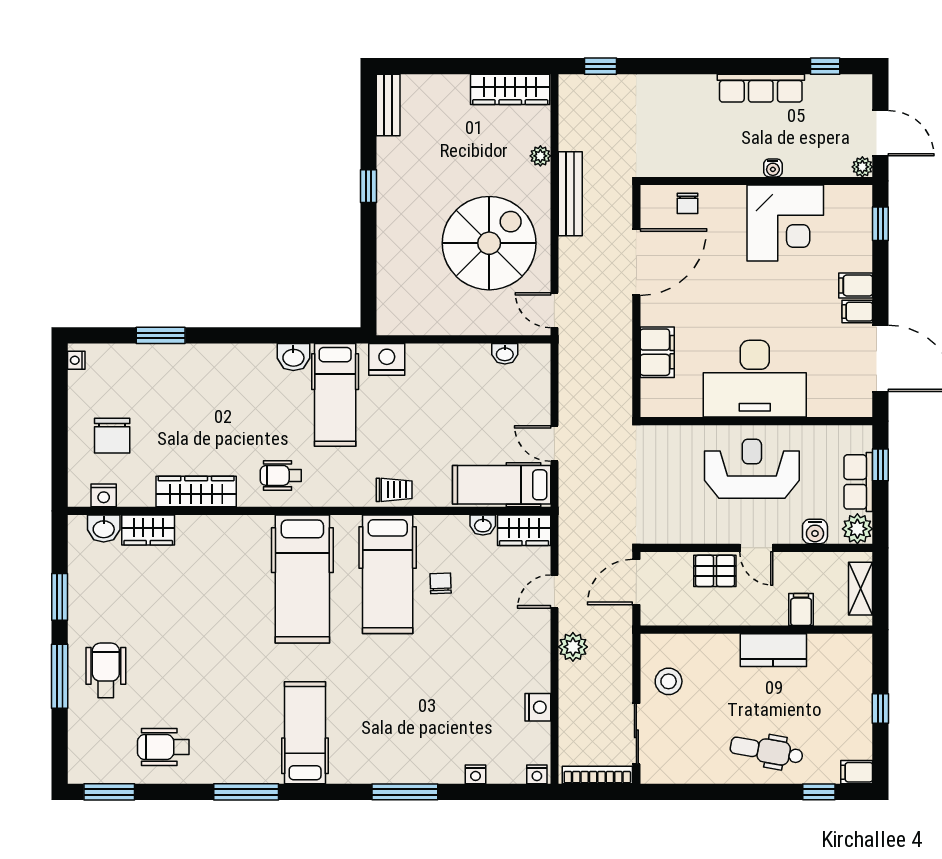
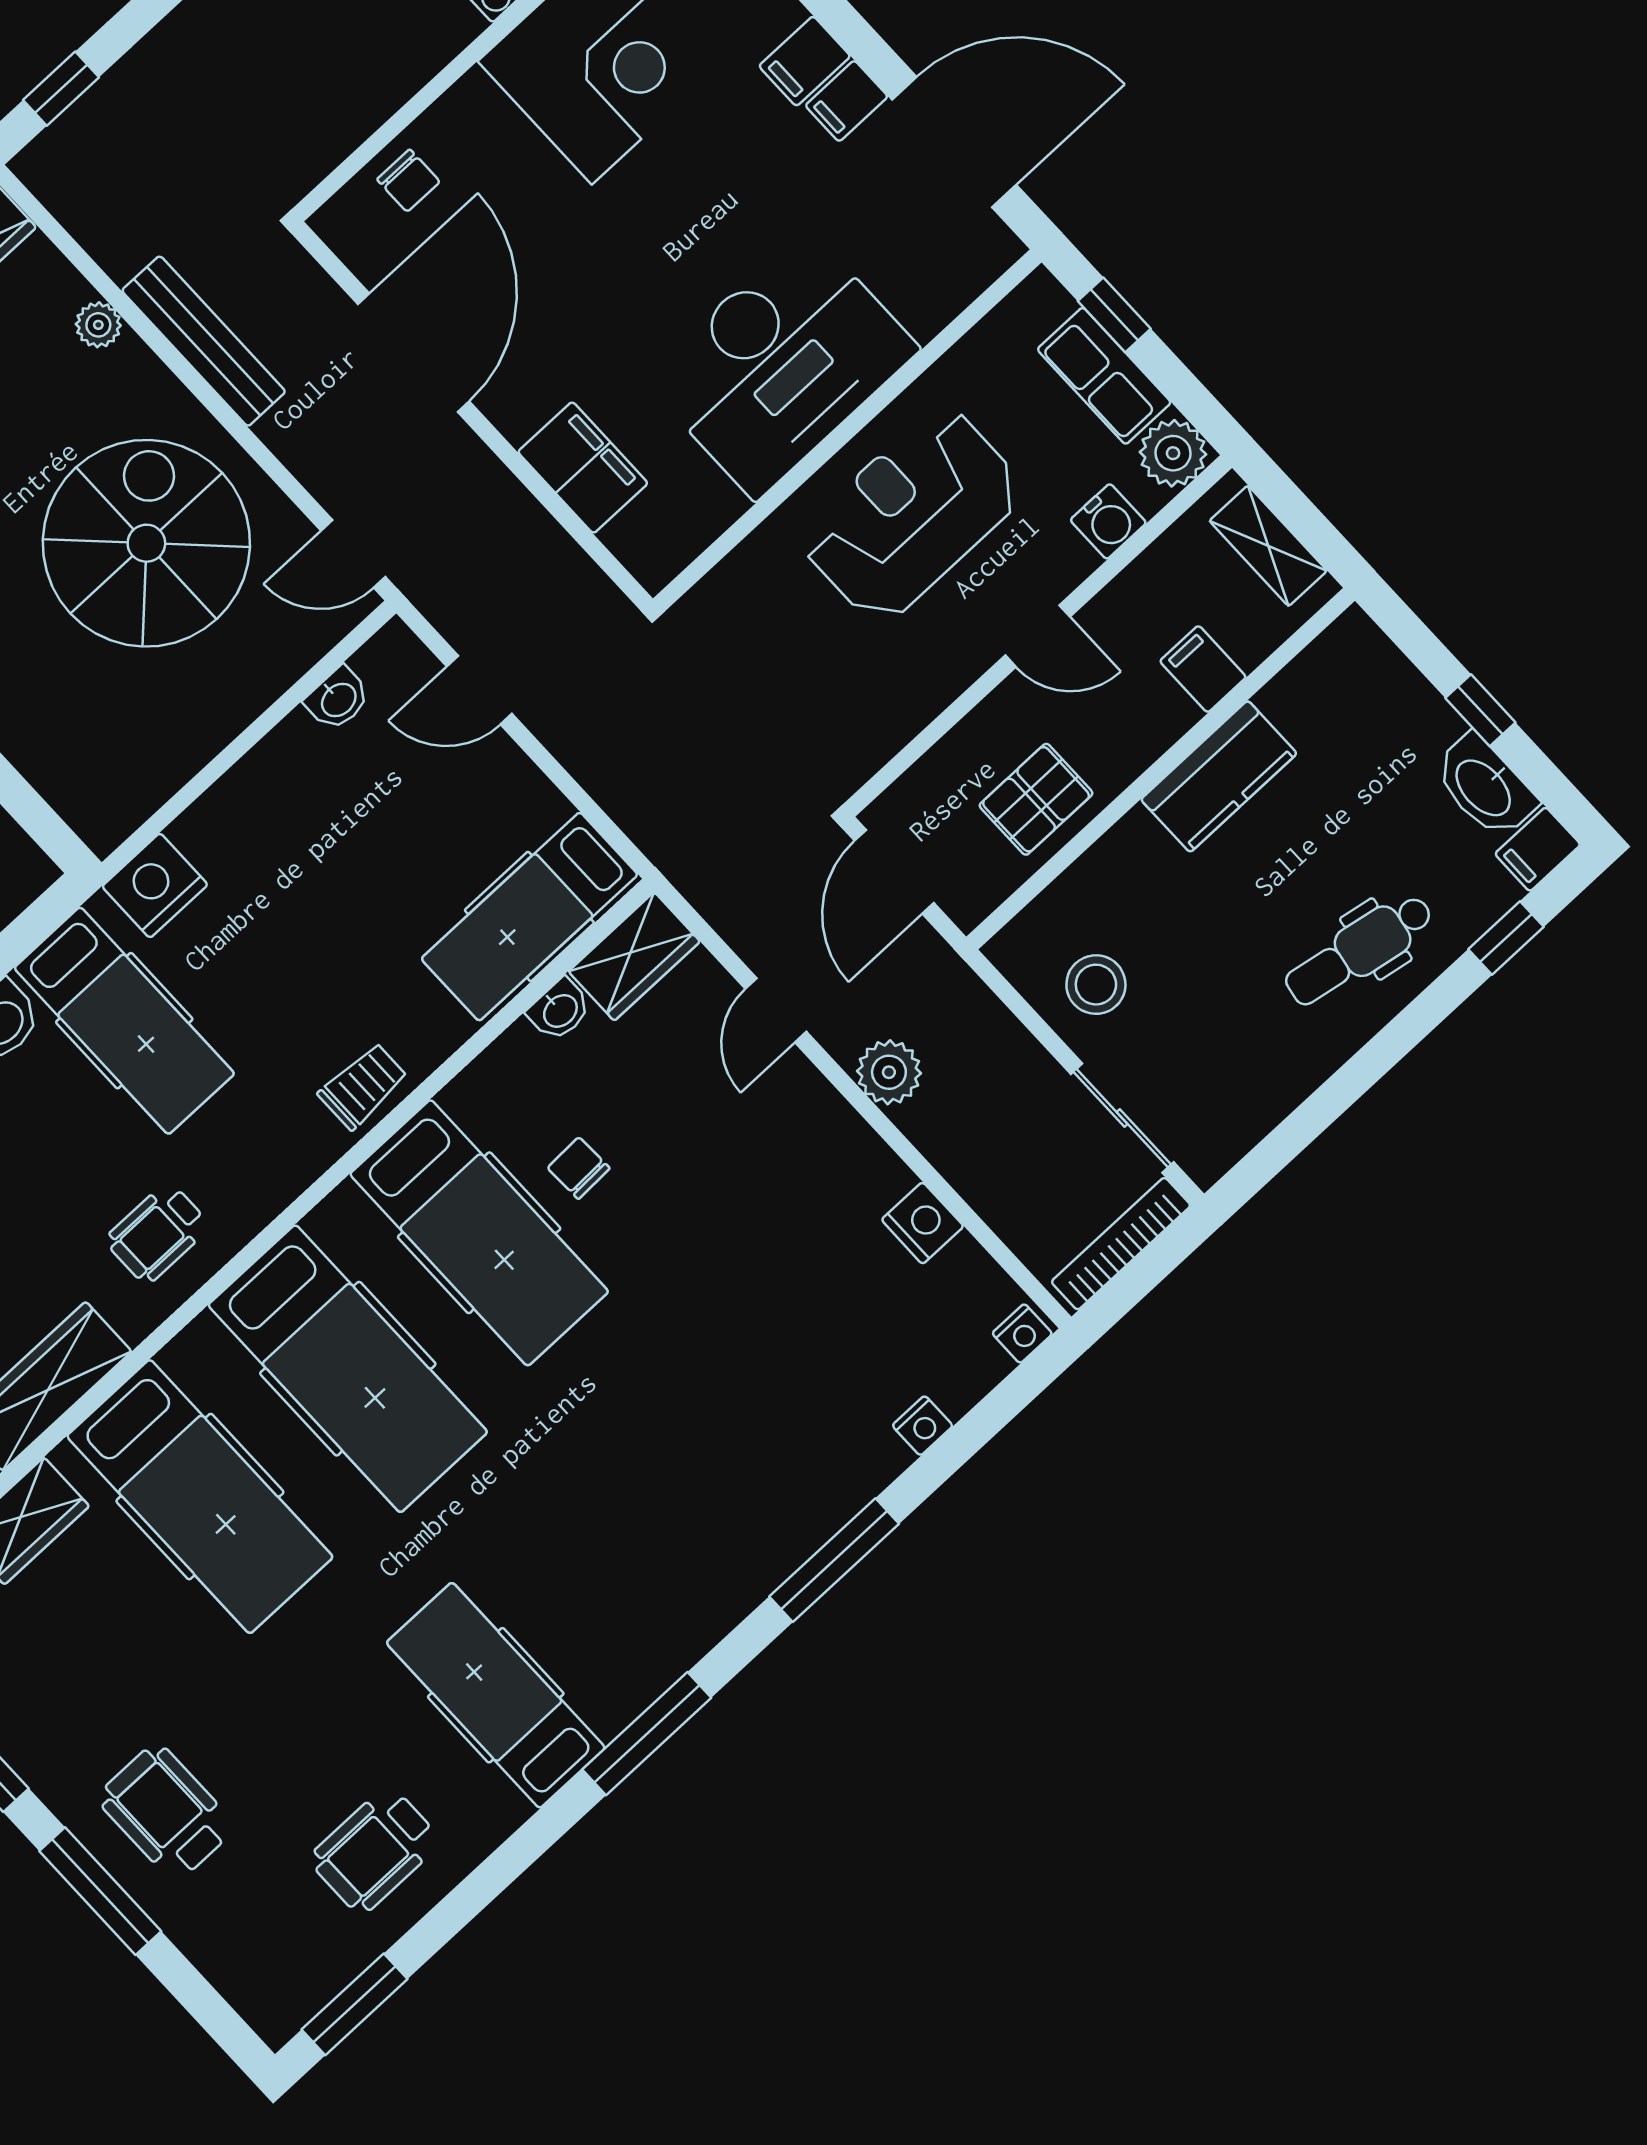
door: (554, 444) -> (479, 690), moved
pallet: (715, 571) -> (1036, 799), moved
hospital bed: (214, 576) -> (200, 1497), added
hospital bed: (305, 733) -> (496, 1695), moved
washbasin: (858, 735) -> (1485, 787), added
window: (246, 792) -> (647, 1734), moved

